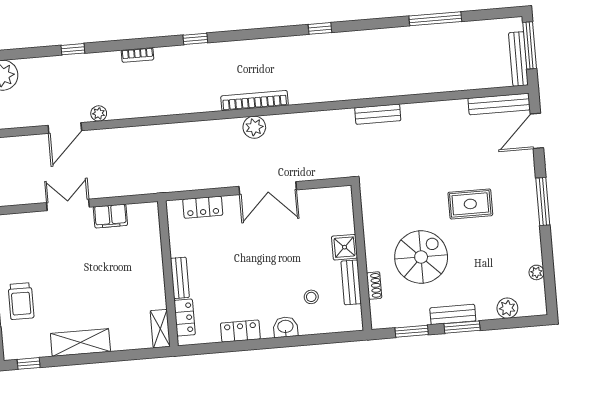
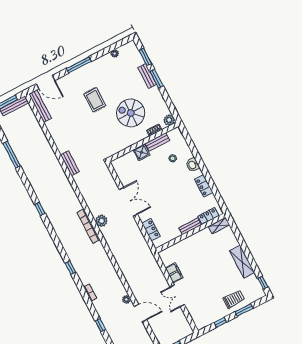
plant: (507, 308) -> (169, 120), moved
bench: (453, 314) -> (147, 76), moved
window: (412, 331) -> (145, 57), moved

